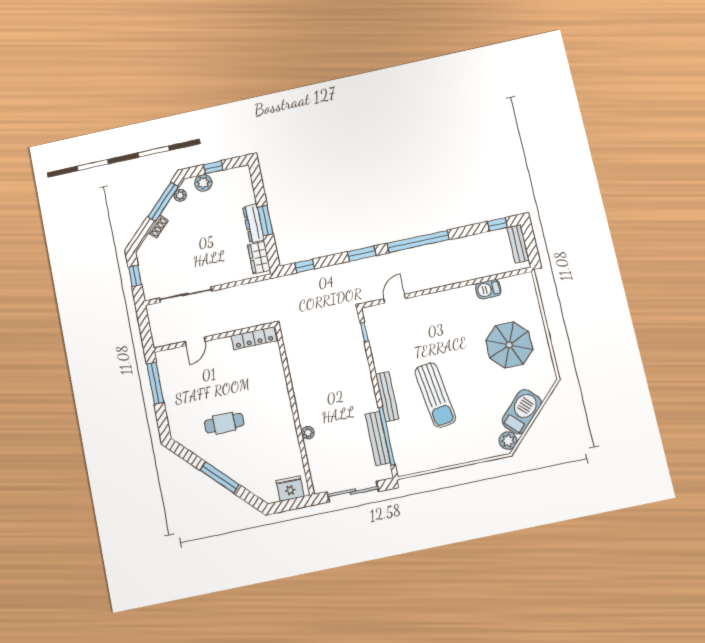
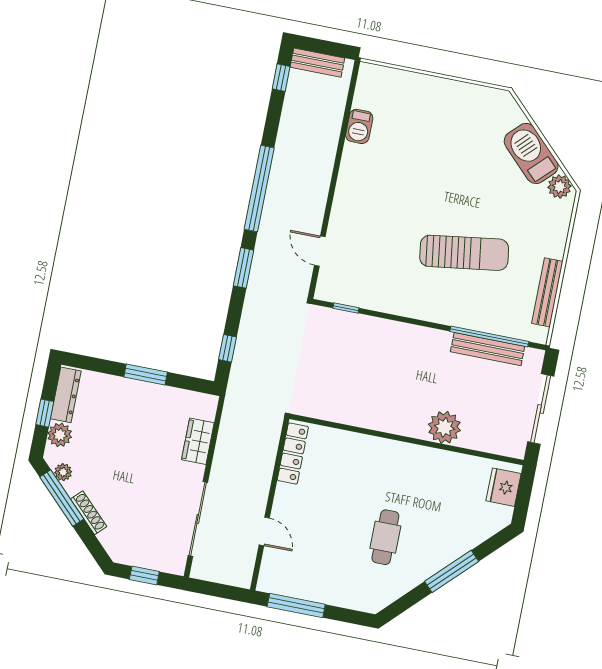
dresser: (253, 223) -> (66, 395), moved, turned -90
shoe rack: (158, 227) -> (89, 513), width x1.43
wardrobe: (259, 258) -> (198, 441), moved, turned 90
parasol: (509, 345) -> (441, 132), removed
bench: (387, 397) -> (547, 292), moved, turned 90
plant: (308, 433) -> (444, 427), width x1.87, depth x1.87

